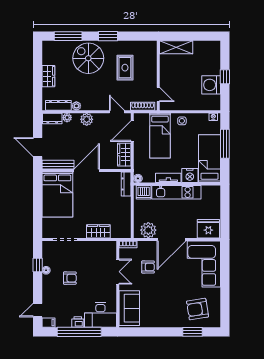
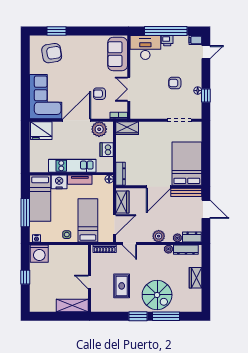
window: (68, 36) -> (166, 316), moved
washing machine: (211, 85) -> (39, 254), moved, turned 90
door: (158, 95) -> (89, 282), moved
dishwasher: (144, 192) -> (107, 150), moved, turned -90
wardrobe: (98, 231) -> (127, 128), moved

